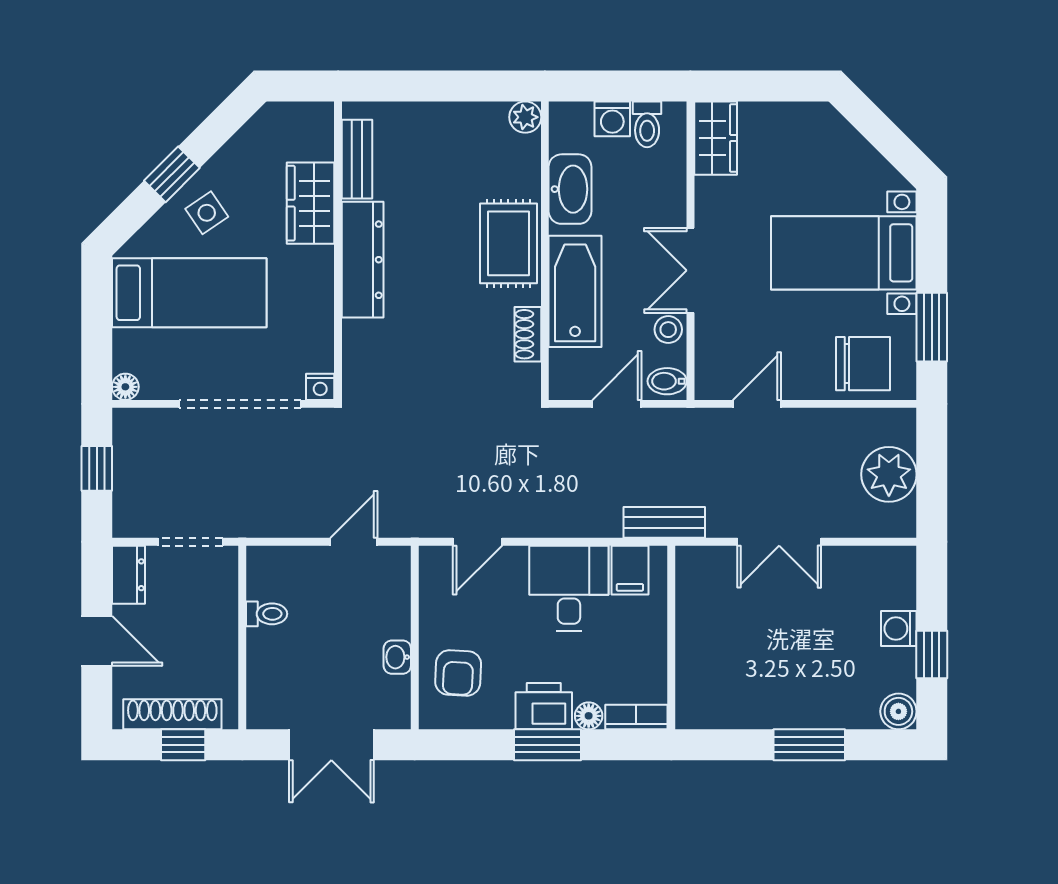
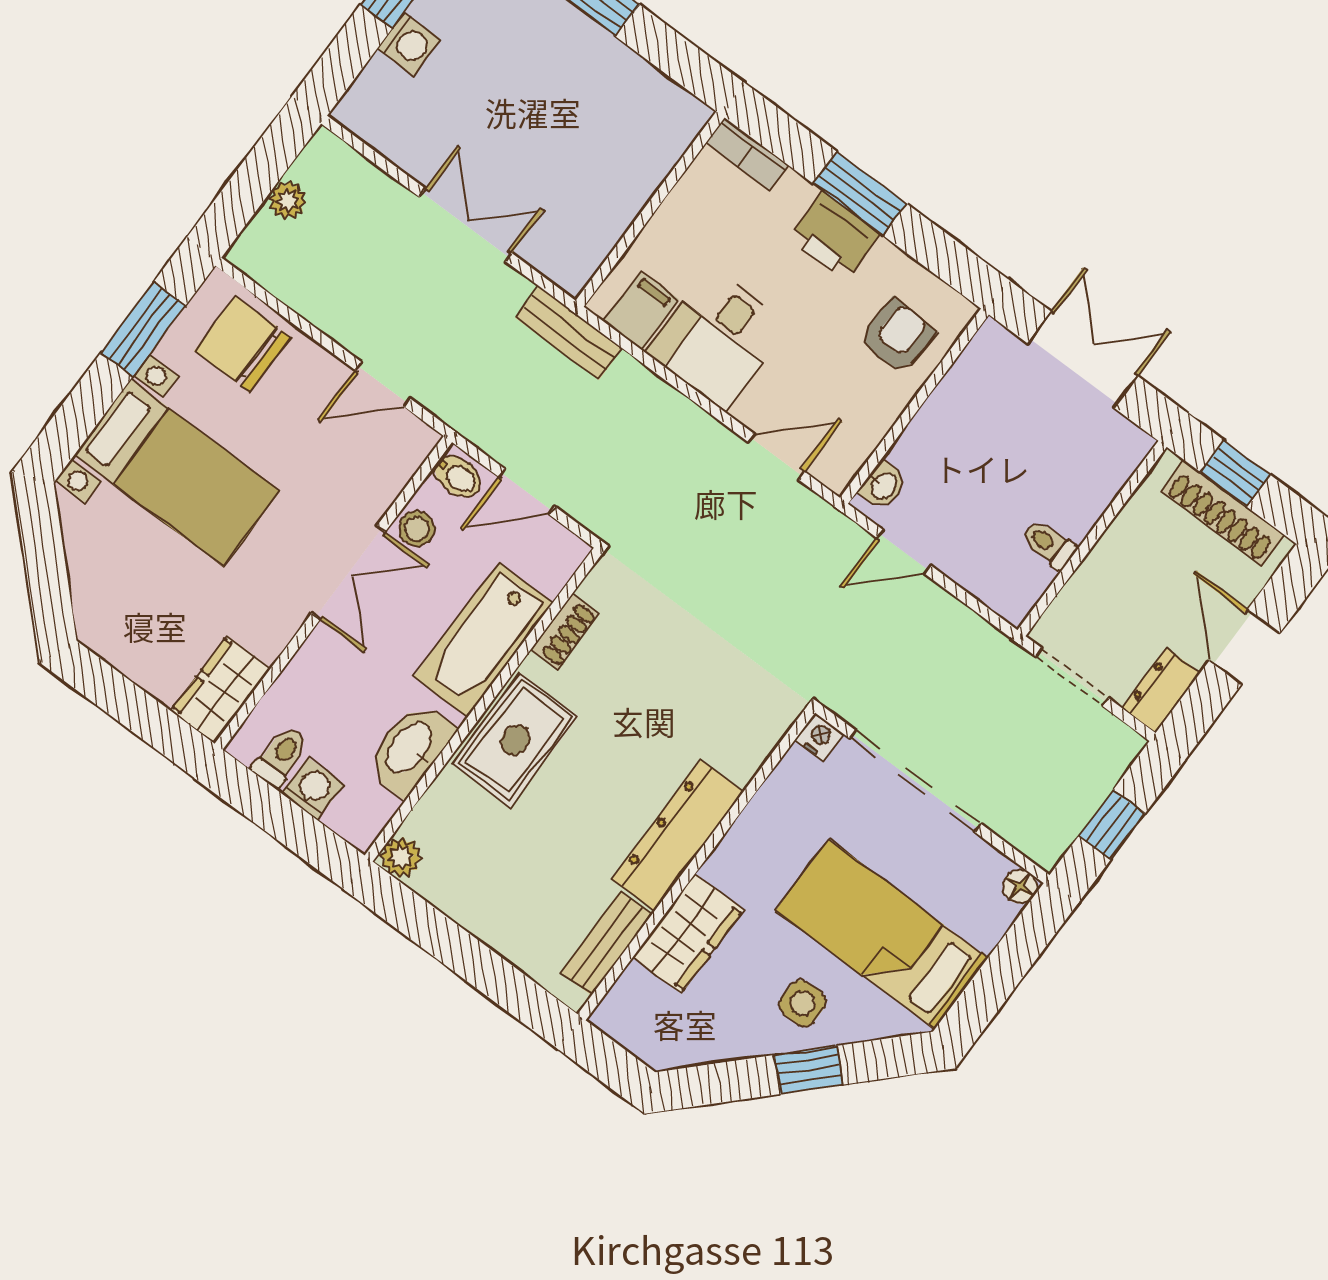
side table: (207, 213) -> (803, 1003), turned 34
plant: (889, 474) -> (287, 200), width x0.53, depth x0.53
washbasin: (397, 657) -> (883, 485), moved
floor lamp: (589, 716) -> (795, 192), removed

